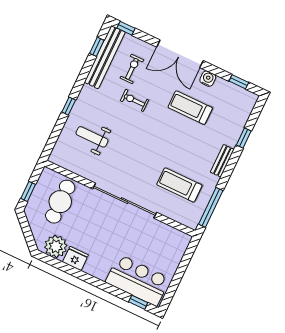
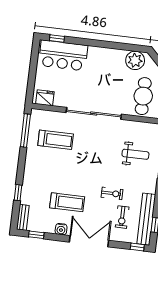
bench: (222, 161) -> (23, 217), moved
fridge: (75, 259) -> (45, 98), moved, turned 180

